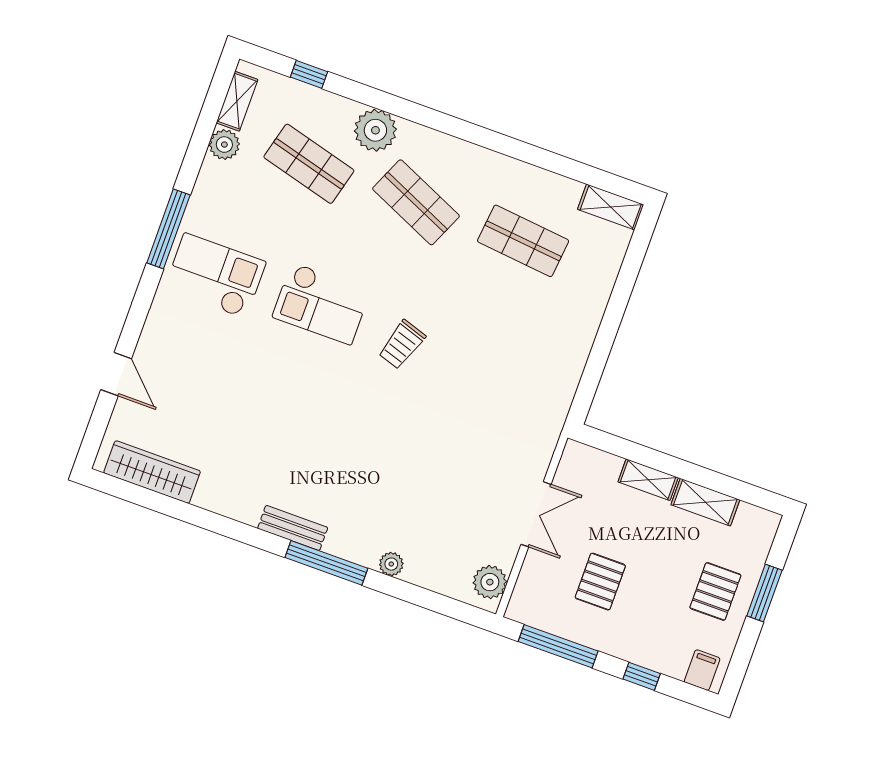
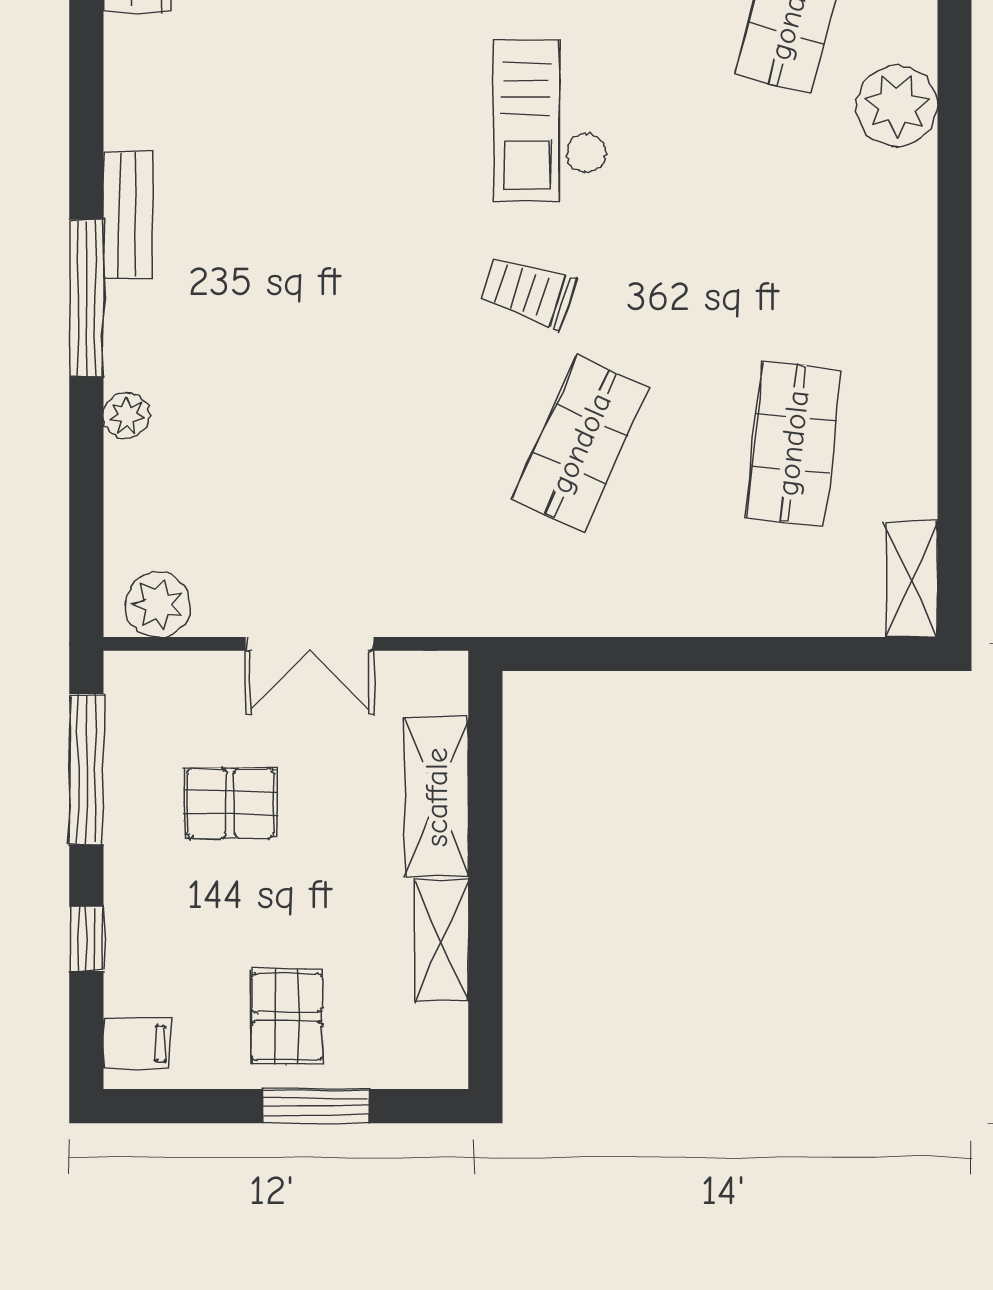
shop shelf: (416, 202) -> (581, 443), moved
shelving: (648, 480) -> (437, 797), width x1.50, depth x1.33
pallet: (715, 591) -> (287, 1017), turned 90

